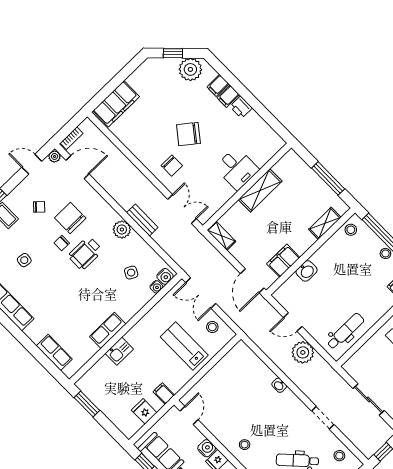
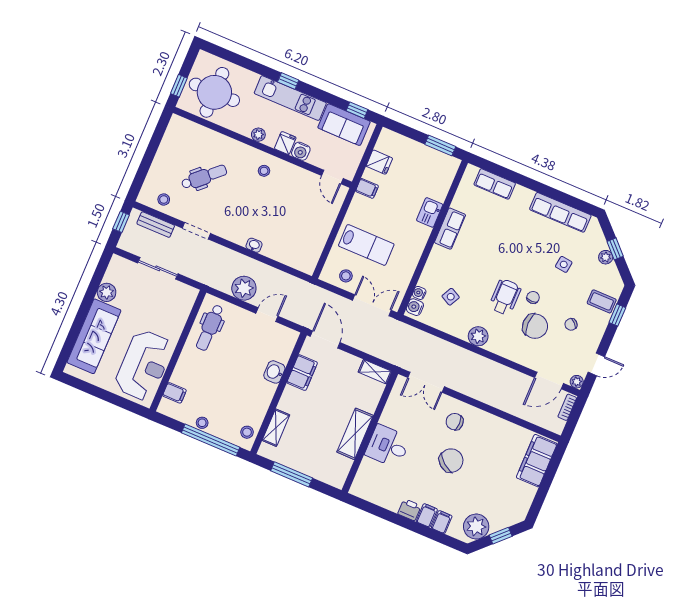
bench: (142, 220) -> (156, 225), moved

